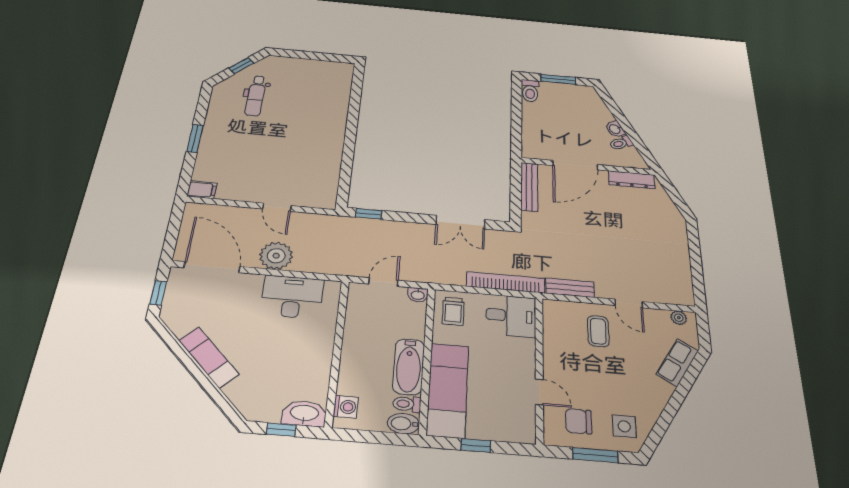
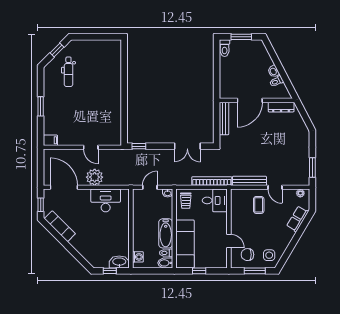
window: (697, 277) -> (312, 168), added
bench: (570, 288) -> (249, 181), width x1.36
exam couch: (209, 357) -> (60, 226), moved

